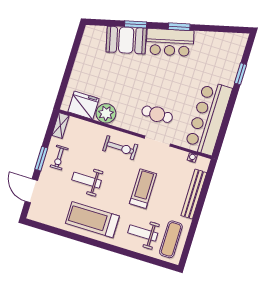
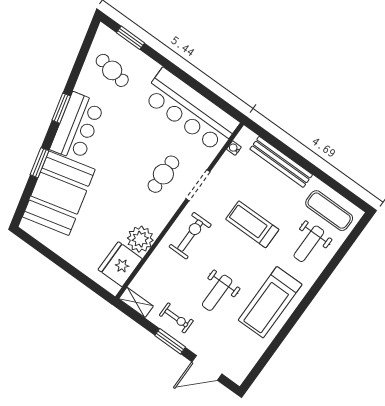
booth: (126, 40) -> (59, 193), width x1.36, depth x1.42
cafe table: (218, 54) -> (112, 70), added
window: (240, 74) -> (130, 38), moved

